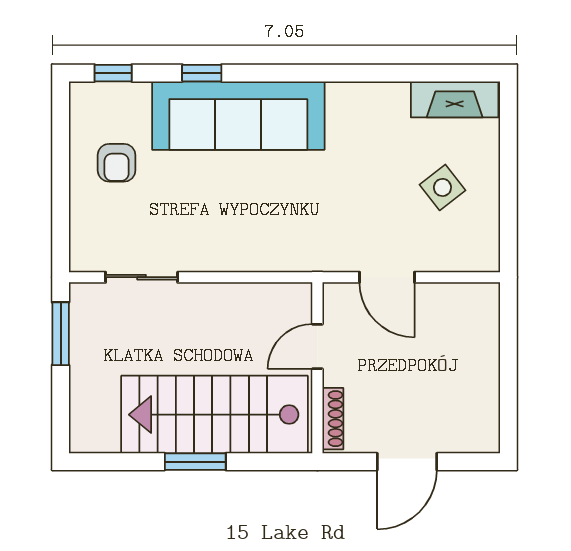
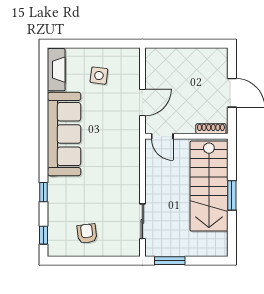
sofa: (238, 116) -> (64, 134), moved
armchair: (117, 163) -> (87, 234), turned -97
side table: (442, 187) -> (99, 76), turned 45
door: (317, 346) -> (162, 136), moved

